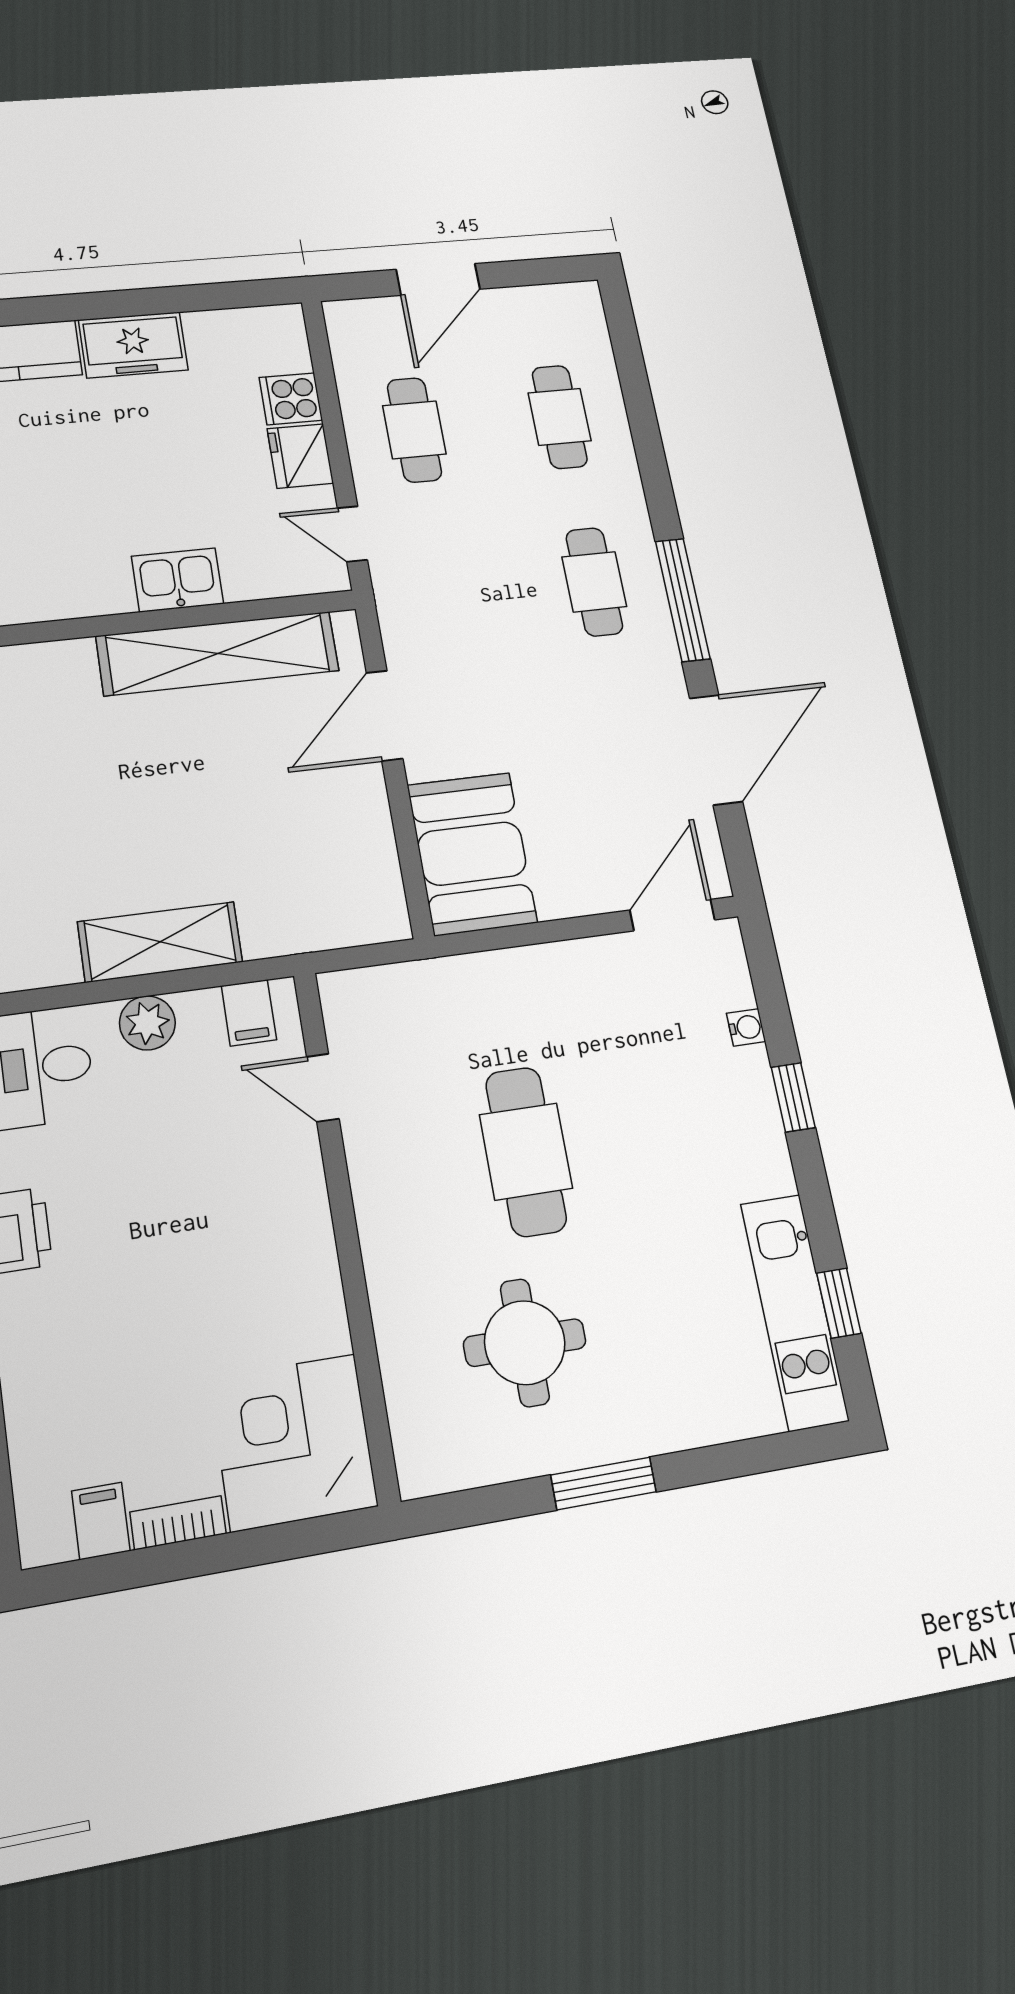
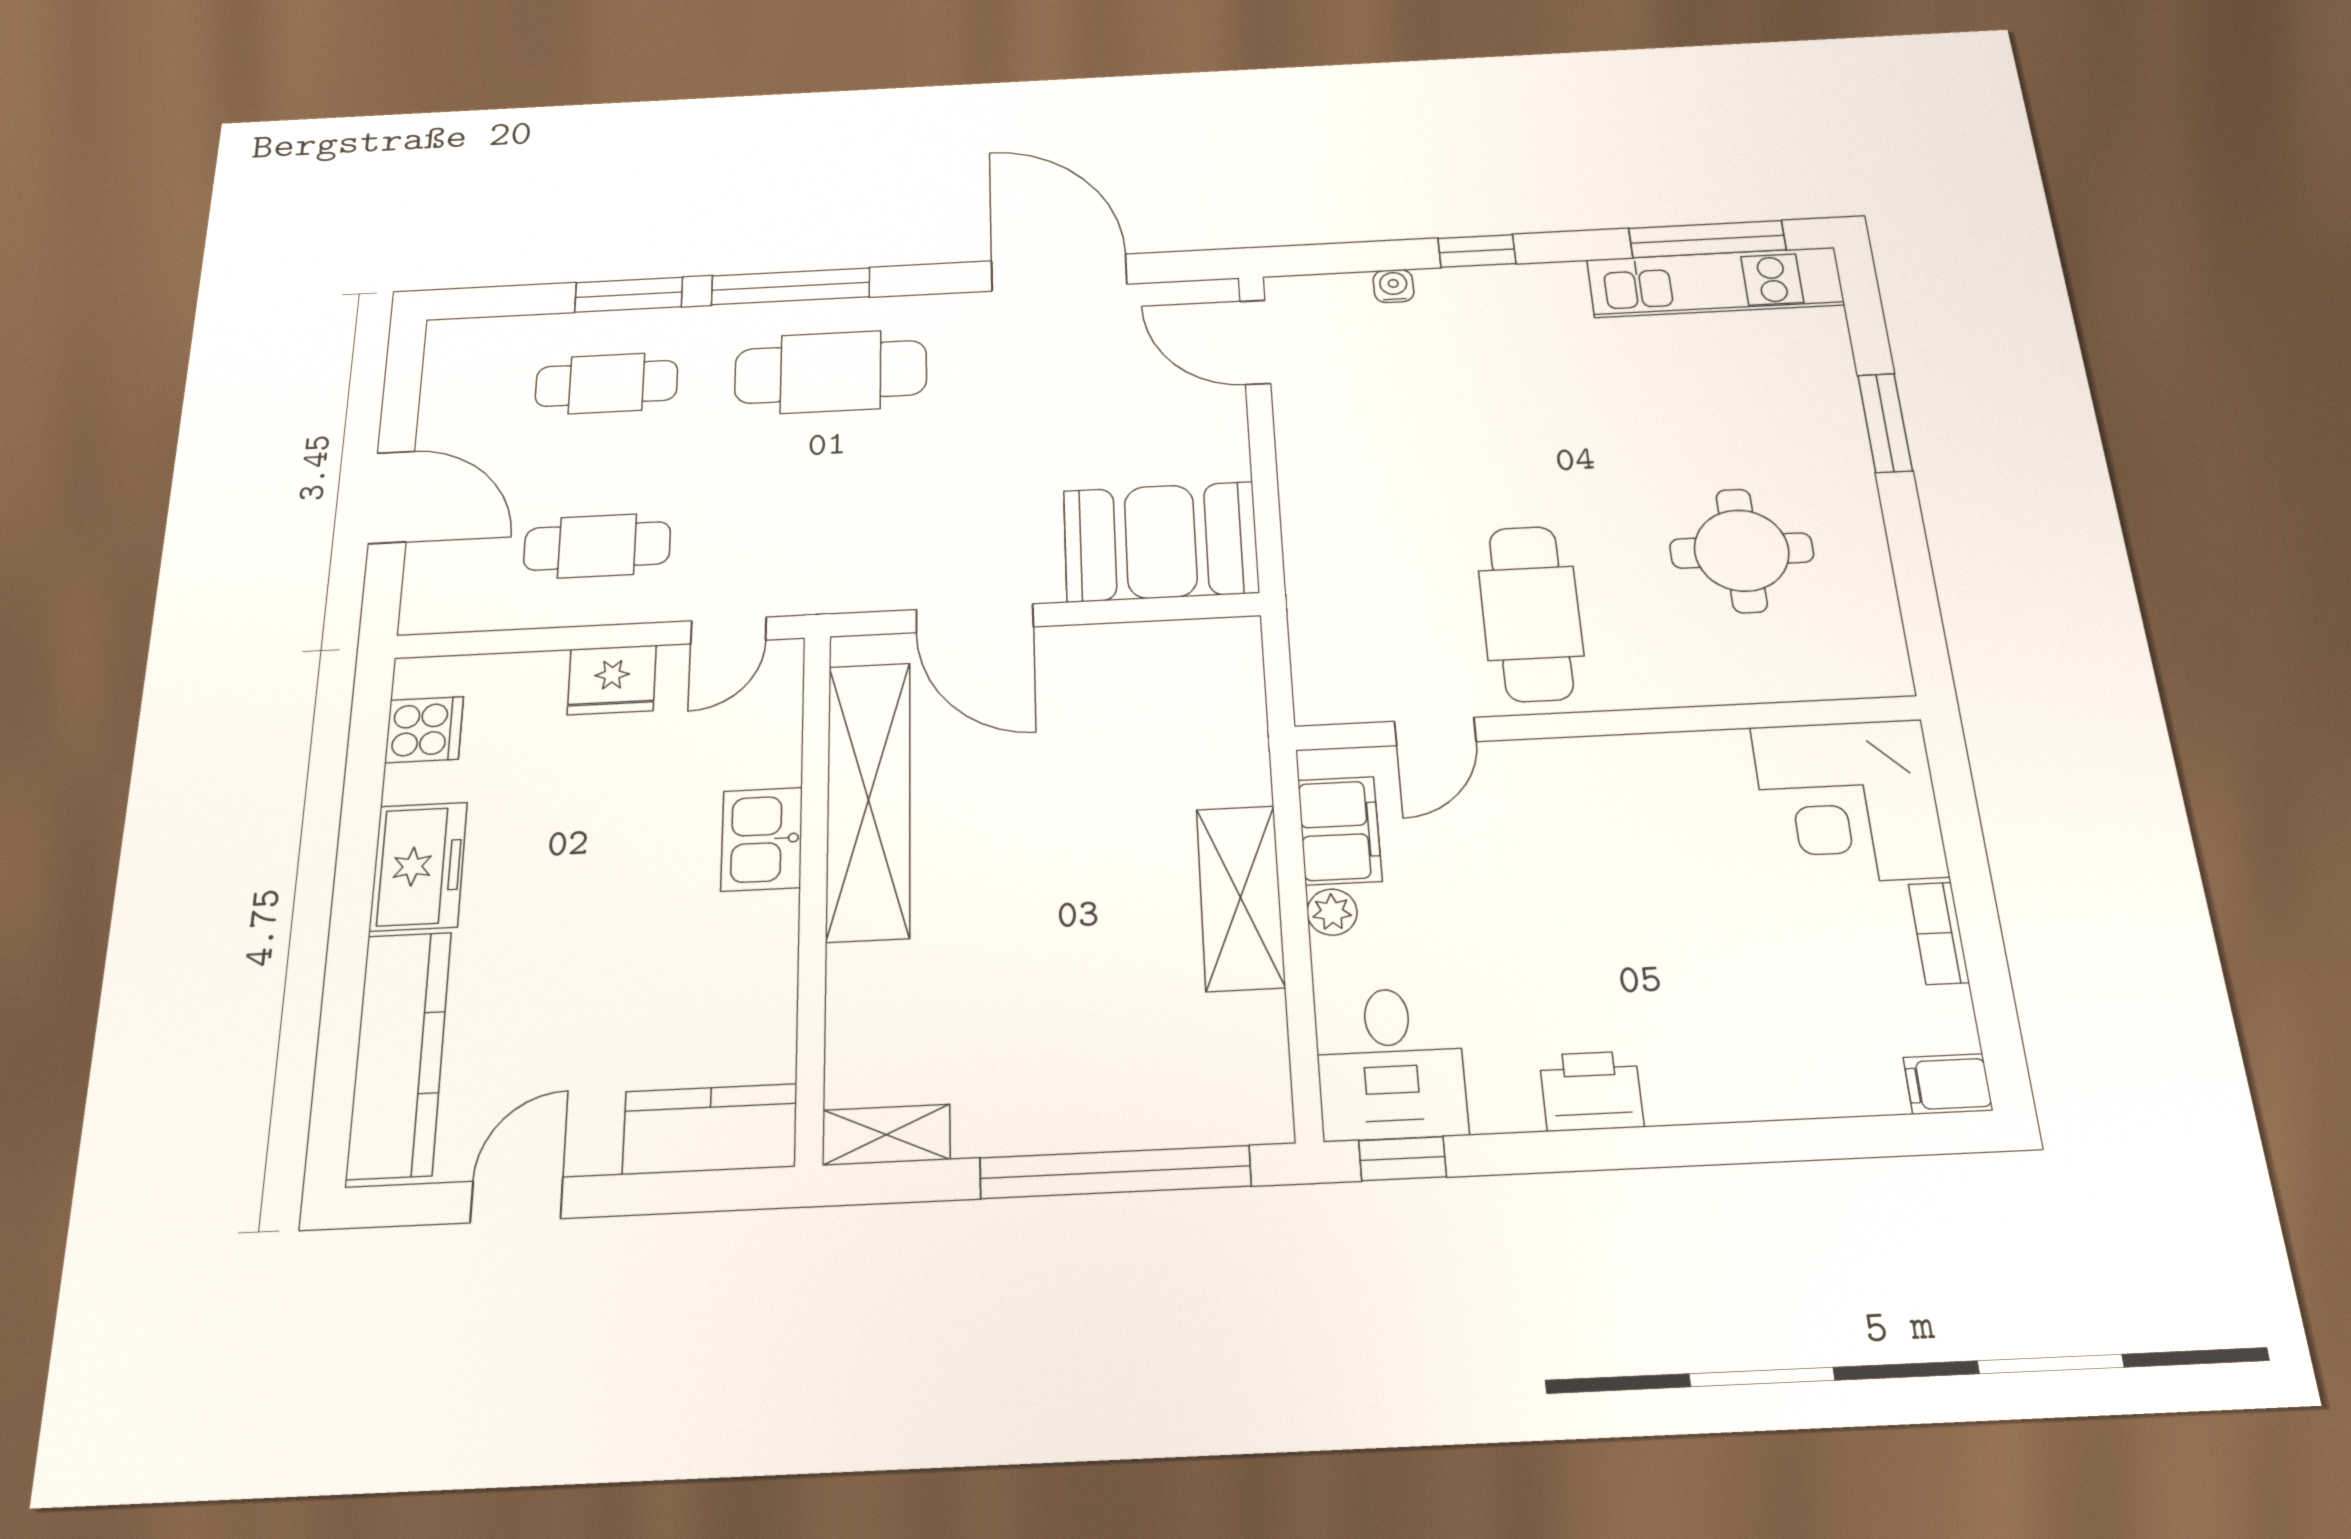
cooker: (291, 399) -> (424, 730), moved, turned -90
window: (643, 422) -> (629, 295), added
cafe table: (594, 582) -> (831, 372), width x1.37, depth x1.35
window: (683, 600) -> (791, 286), moved
filing cabinet: (249, 1013) -> (1340, 831), width x2.00
plant: (147, 1023) -> (1332, 912), width x0.73, depth x0.73
cafe table: (526, 1151) -> (1531, 613), moved, turned 90
window: (839, 1303) -> (1707, 239), width x2.17
window: (604, 1483) -> (1885, 423), moved
filing cabinet: (101, 1521) -> (1948, 1084), moved

